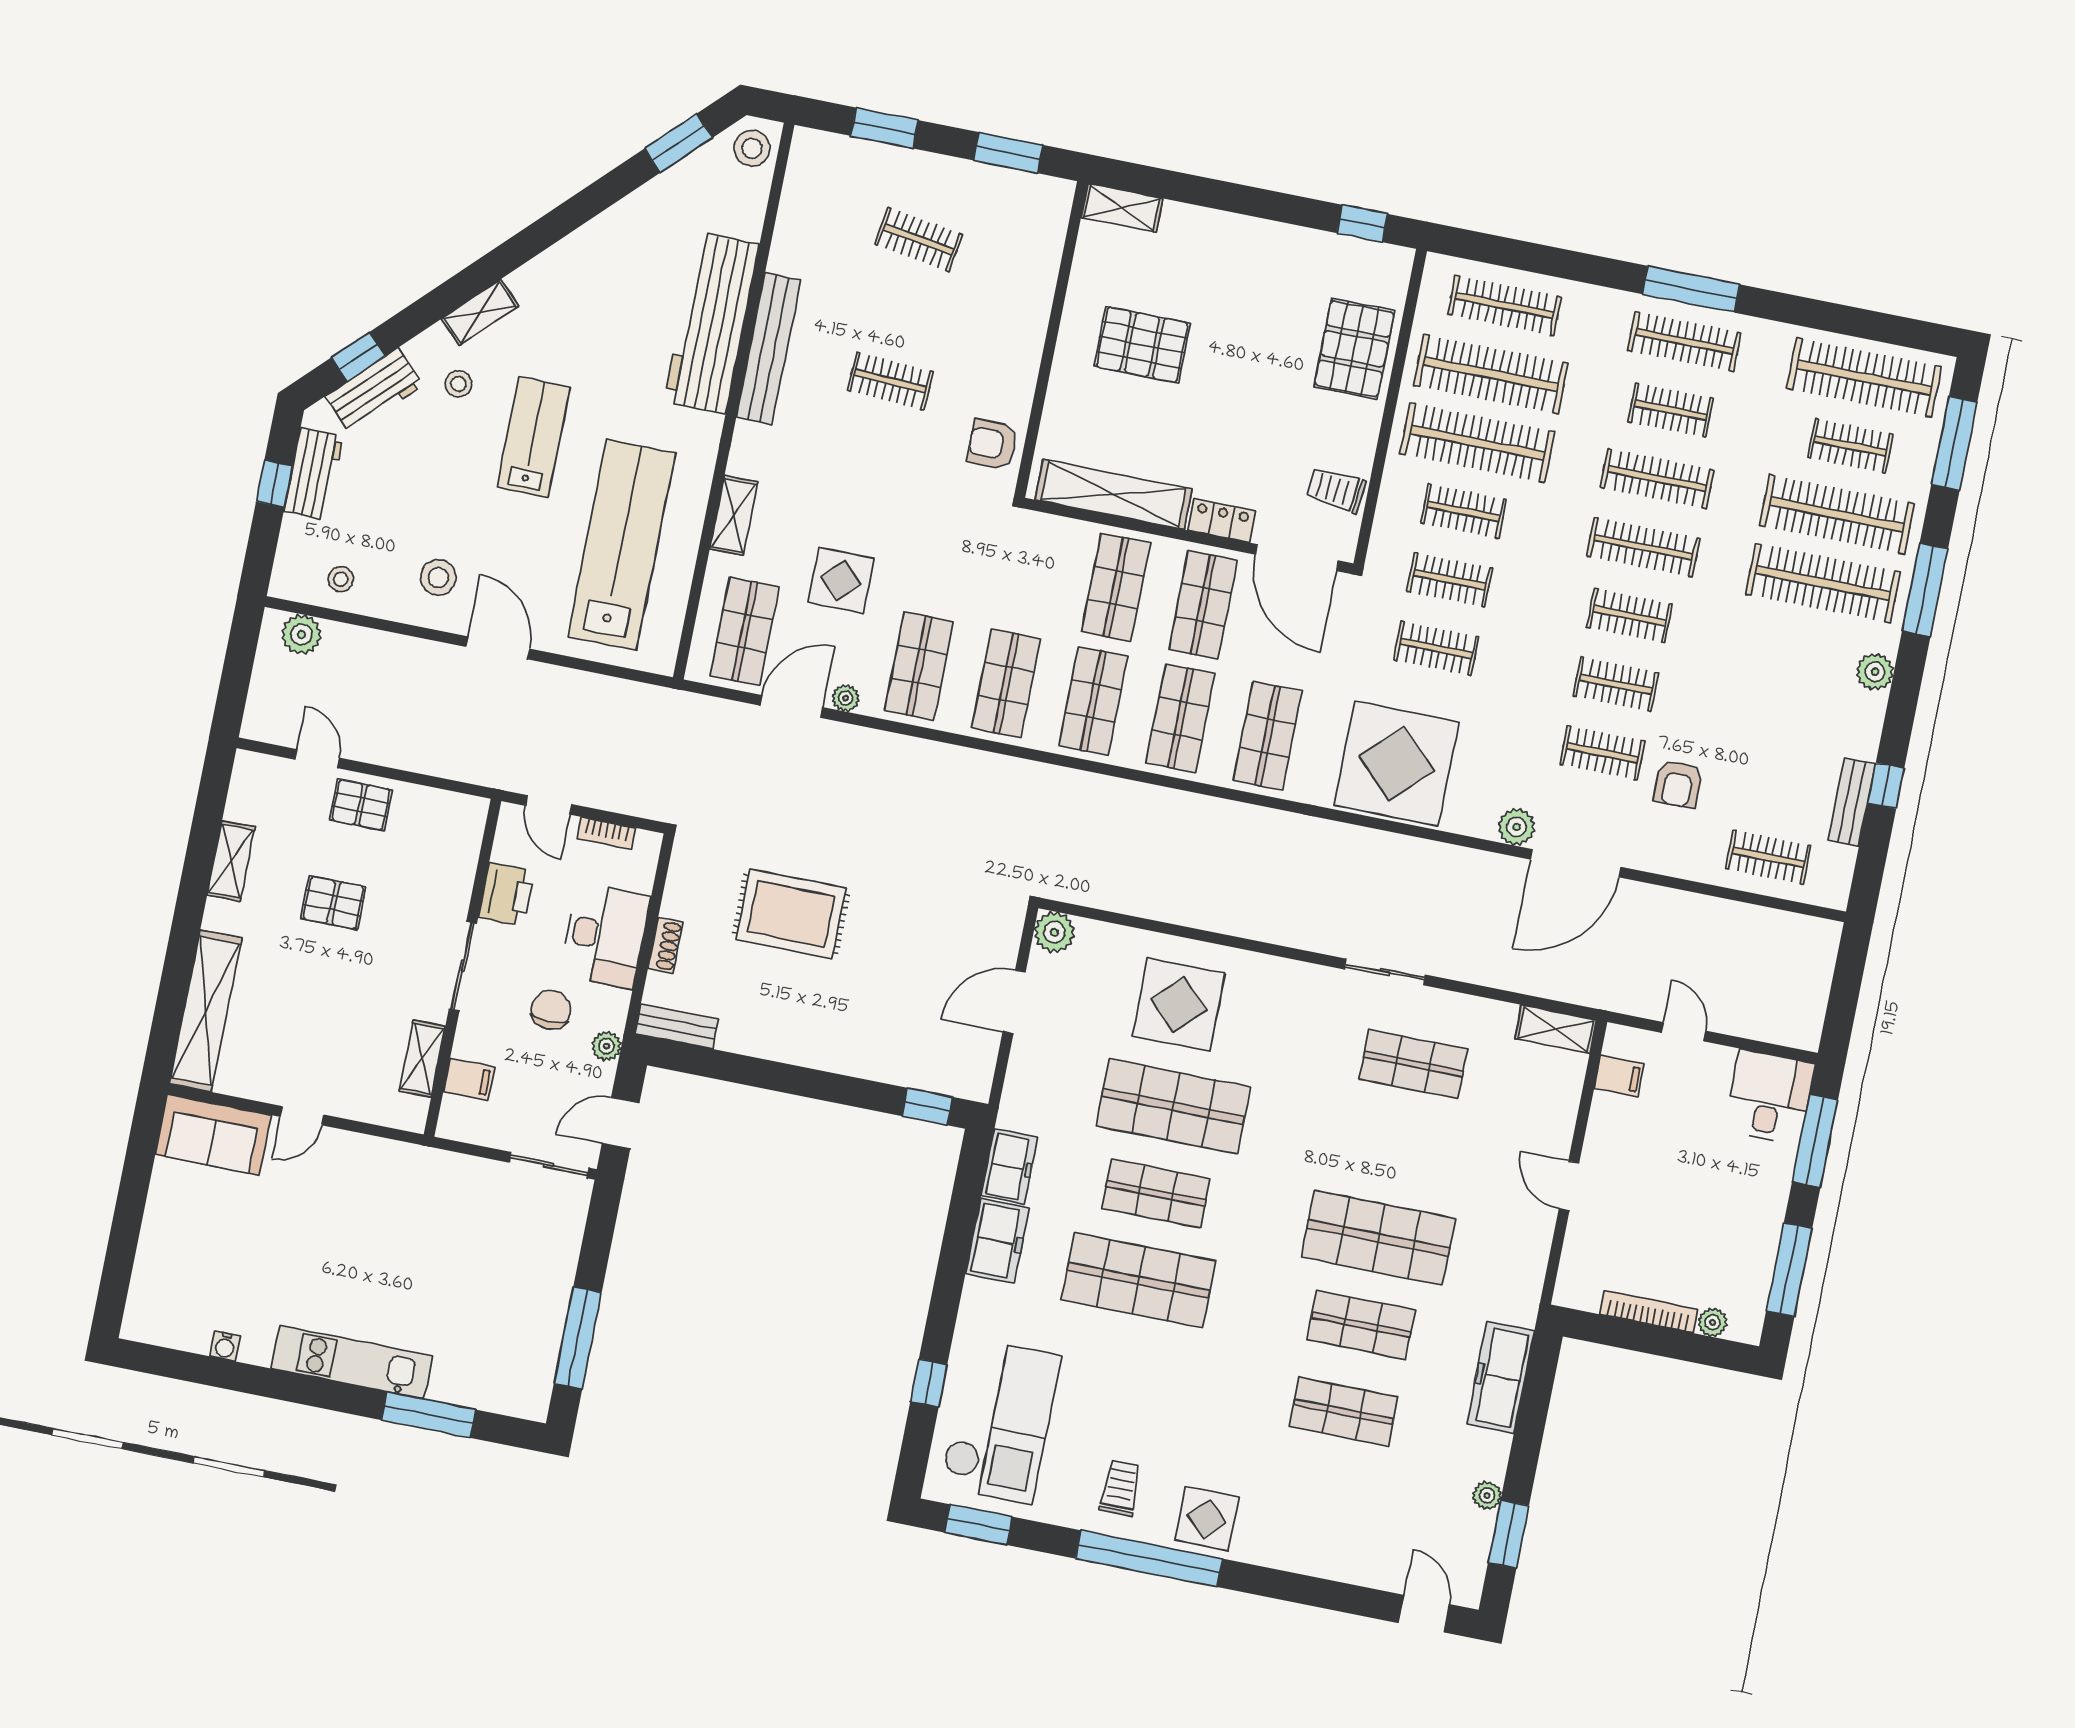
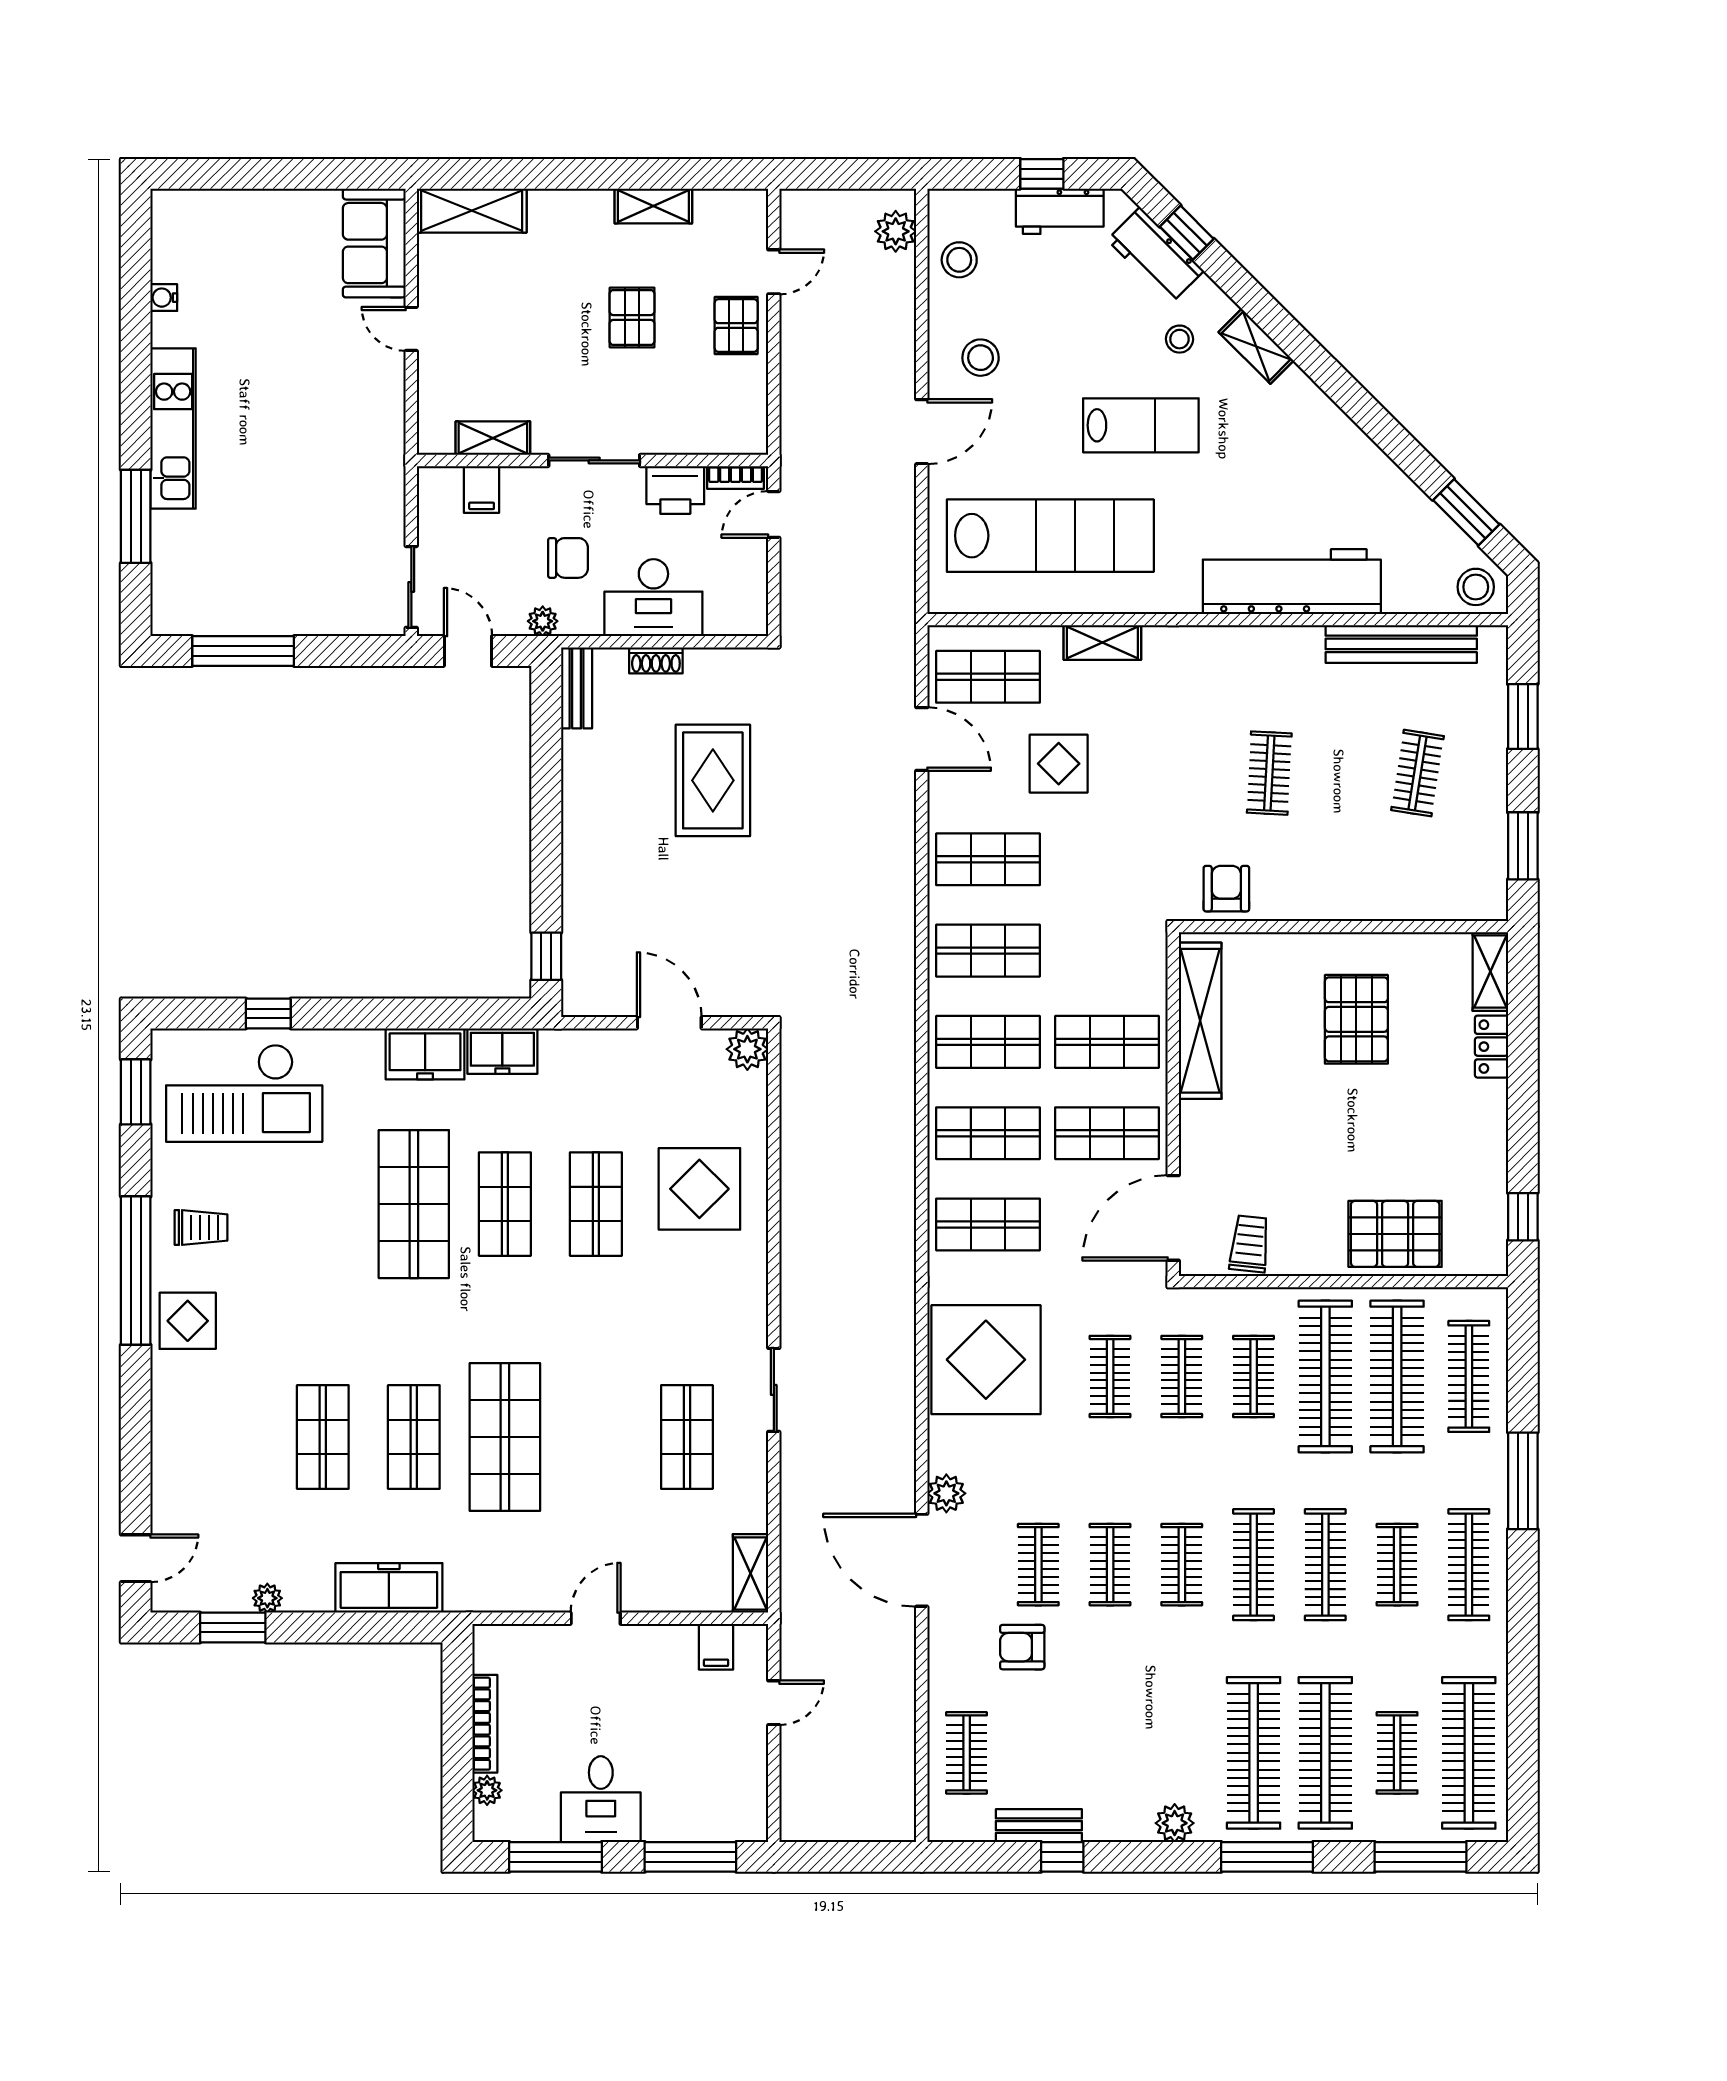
window: (1691, 289) -> (1523, 1481), moved
bench: (768, 349) -> (1401, 644), moved
locker: (1222, 521) -> (1491, 1047), moved, turned 180
stool: (341, 579) -> (959, 260), width x1.37, depth x1.37
plant: (846, 698) -> (941, 792), removed
bookcase: (606, 833) -> (736, 477), moved, turned -90
shelving: (206, 1011) -> (472, 211), width x0.68
desk: (1769, 1097) -> (601, 1799), moved, turned 90
shop shelf: (1173, 1106) -> (596, 1204), width x0.70, depth x0.74

